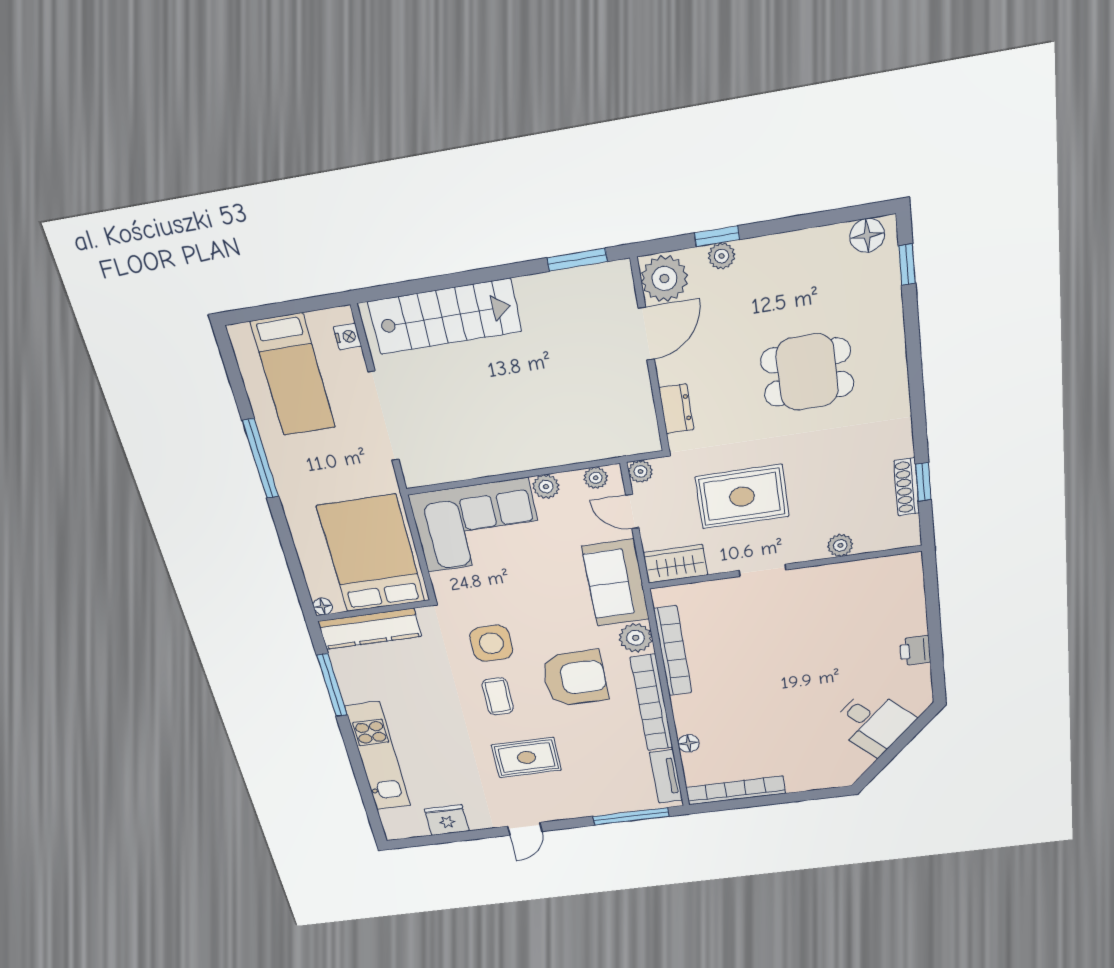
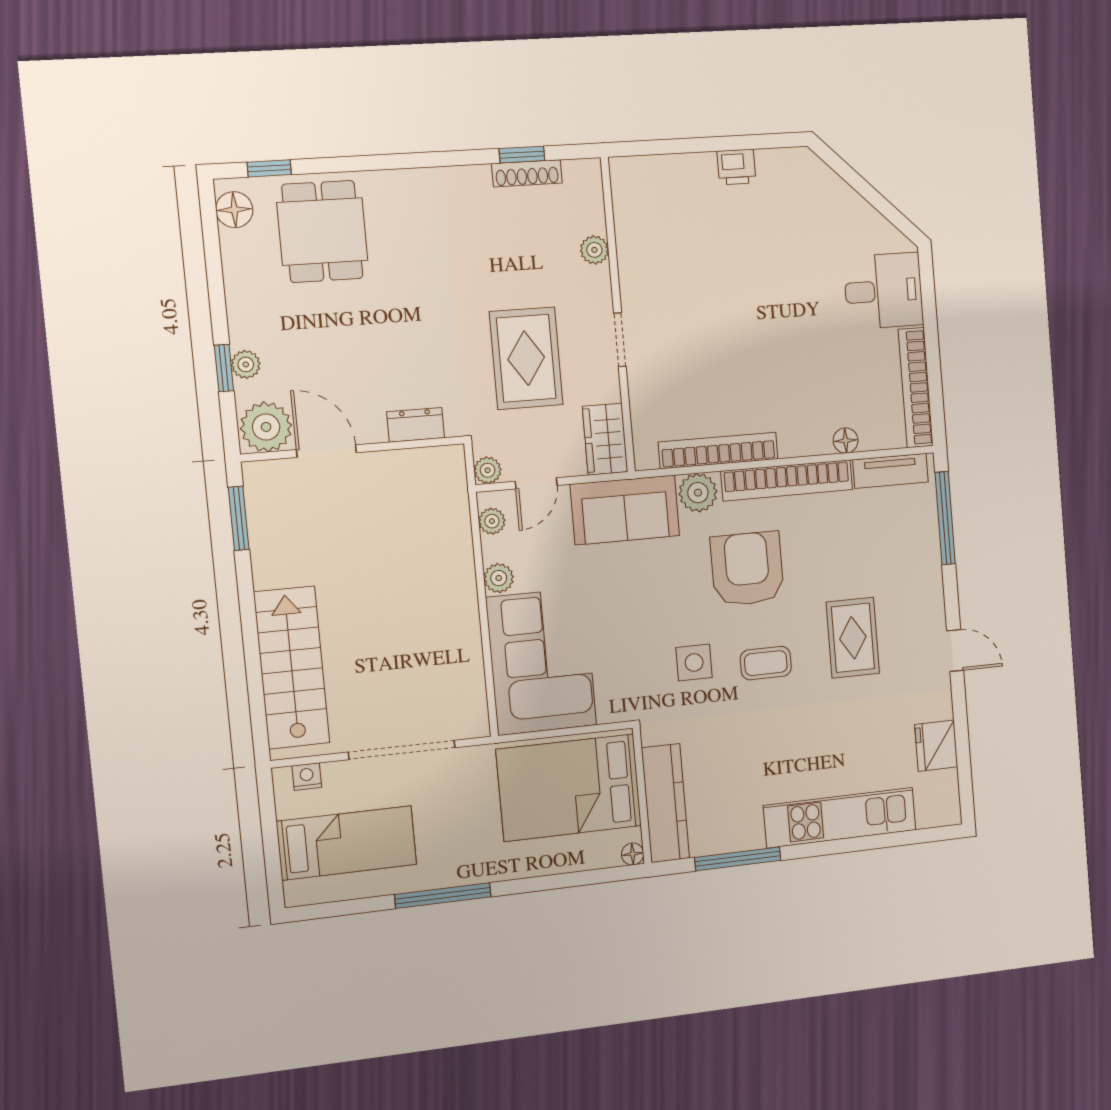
dining table: (807, 372) -> (322, 232), moved
side table: (491, 643) -> (694, 663), width x0.73, depth x0.73
desk: (873, 722) -> (884, 291), moved, turned 45

